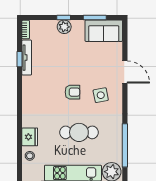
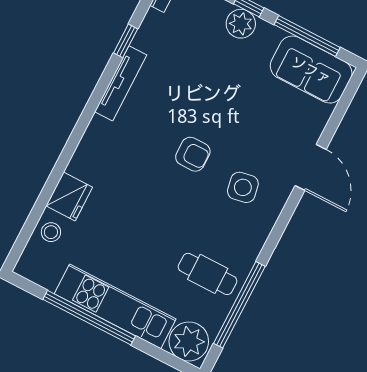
window: (95, 18) -> (307, 36), width x1.44
tv unit: (27, 58) -> (121, 83), moved
cafe table: (79, 132) -> (208, 274), moved, width x0.73, depth x0.74

